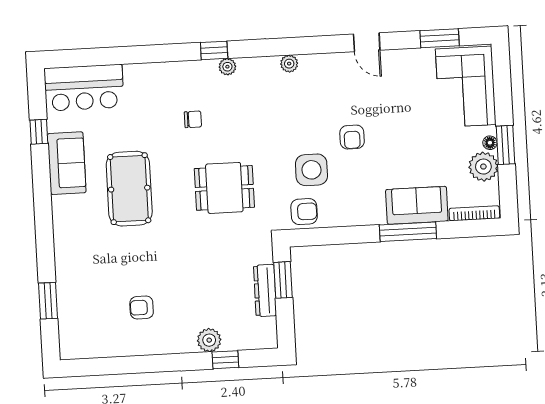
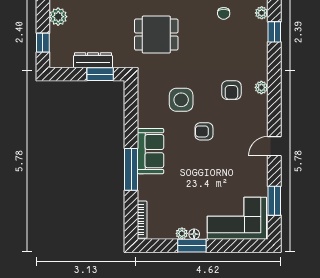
plant: (227, 67) -> (262, 13), moved
plant: (483, 167) -> (182, 233), width x0.53, depth x0.53
dining table: (224, 188) -> (156, 35), moved, turned 90
sofa: (417, 205) -> (150, 151), moved
armchair: (304, 212) -> (231, 90), moved
window: (225, 360) -> (43, 43), moved

